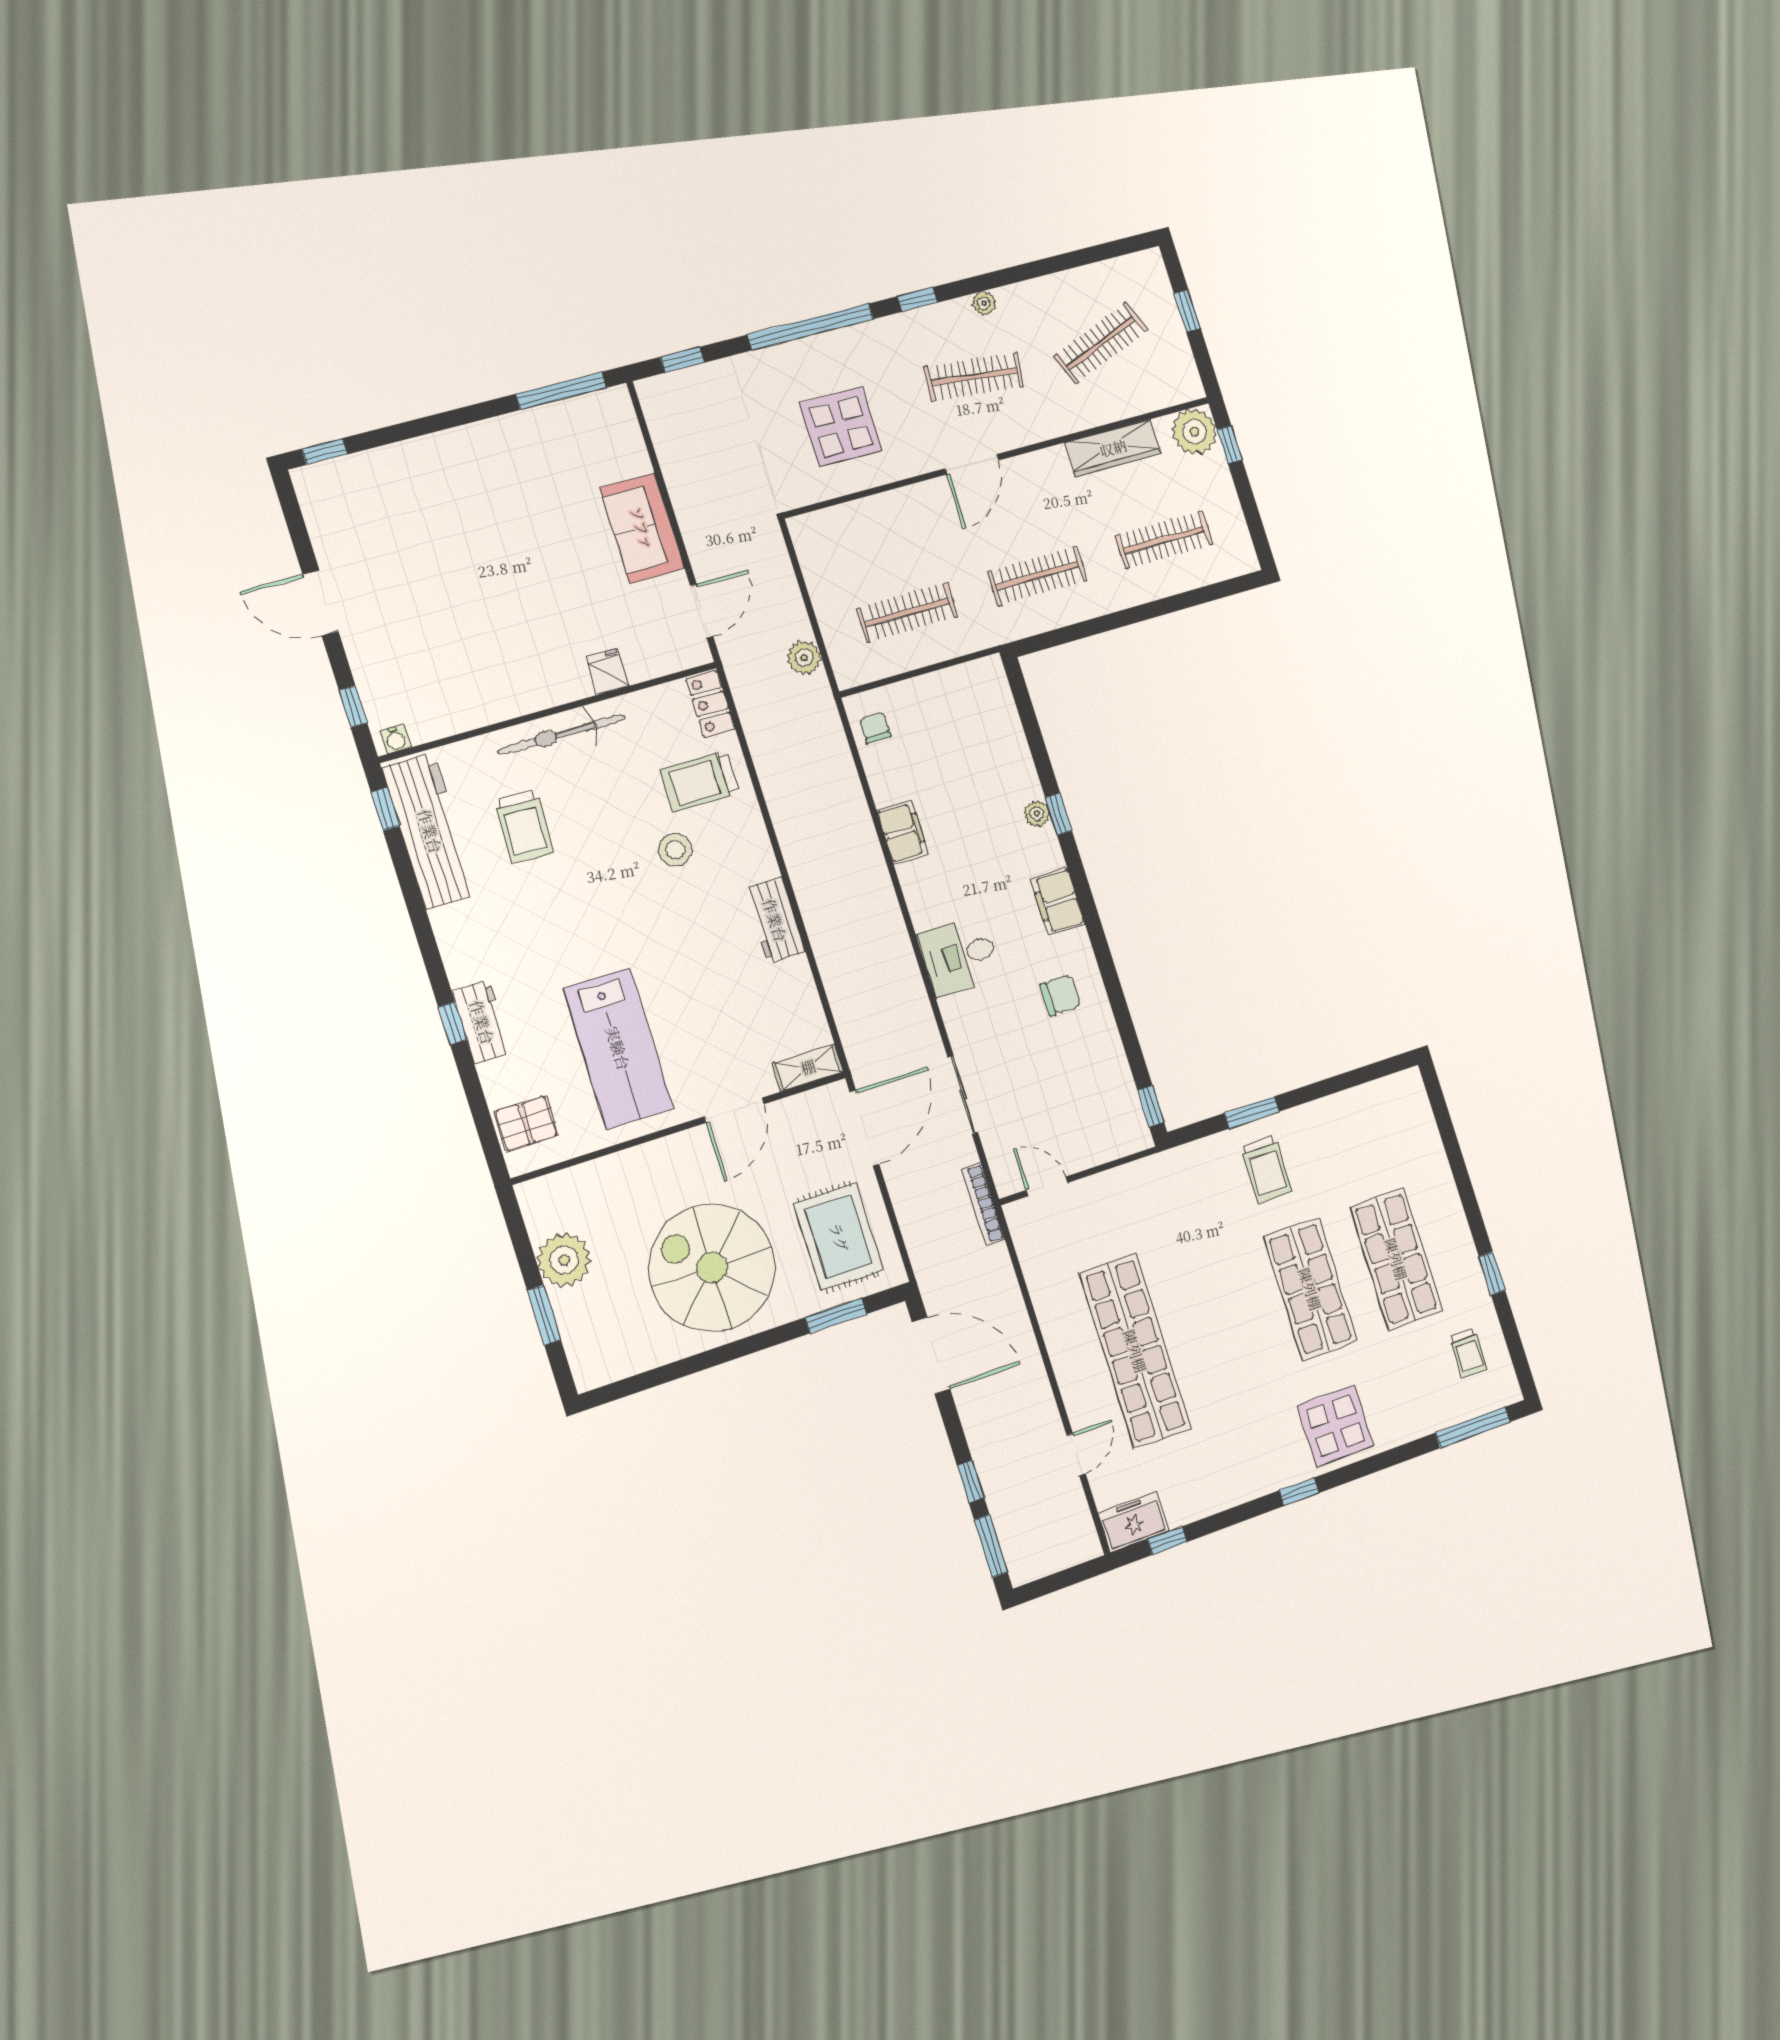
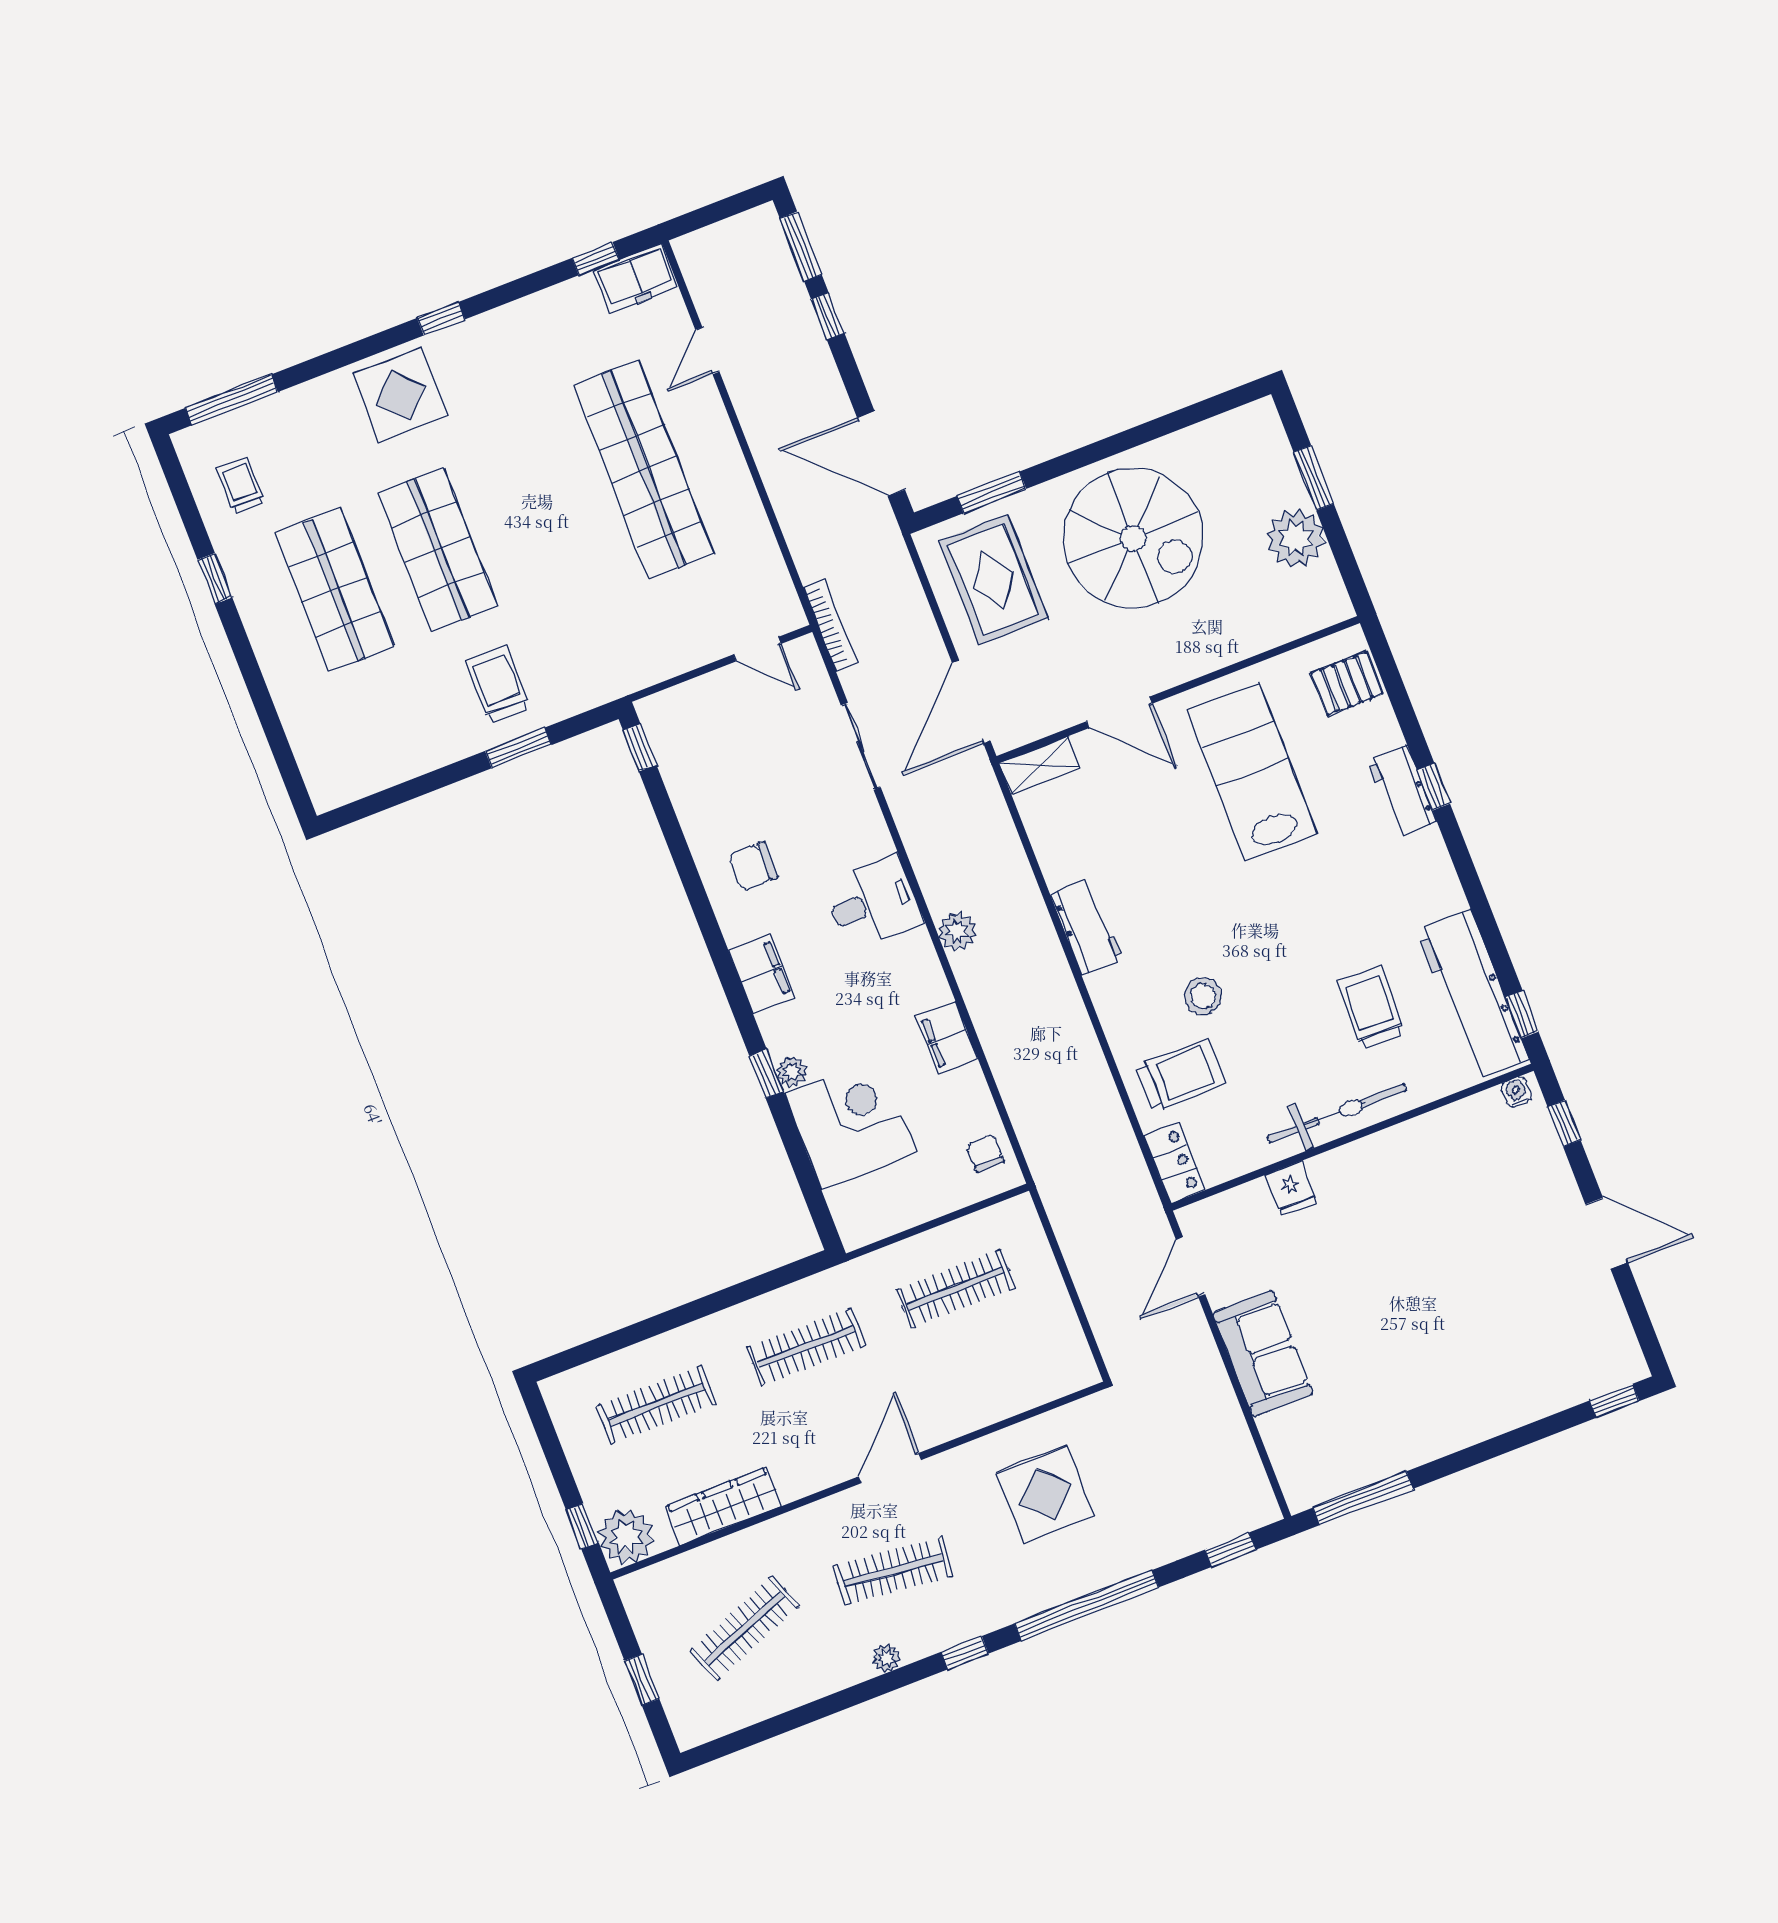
plant: (804, 658) -> (957, 931), moved
chair: (875, 728) -> (985, 1153), turned 180
corner desk: (989, 764) -> (851, 1124), added
door: (734, 1110) -> (1119, 712), swing flipped

